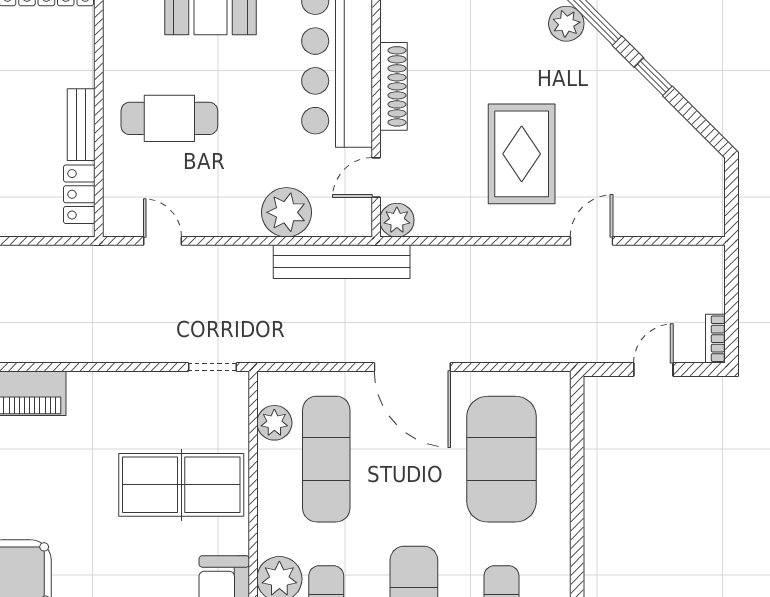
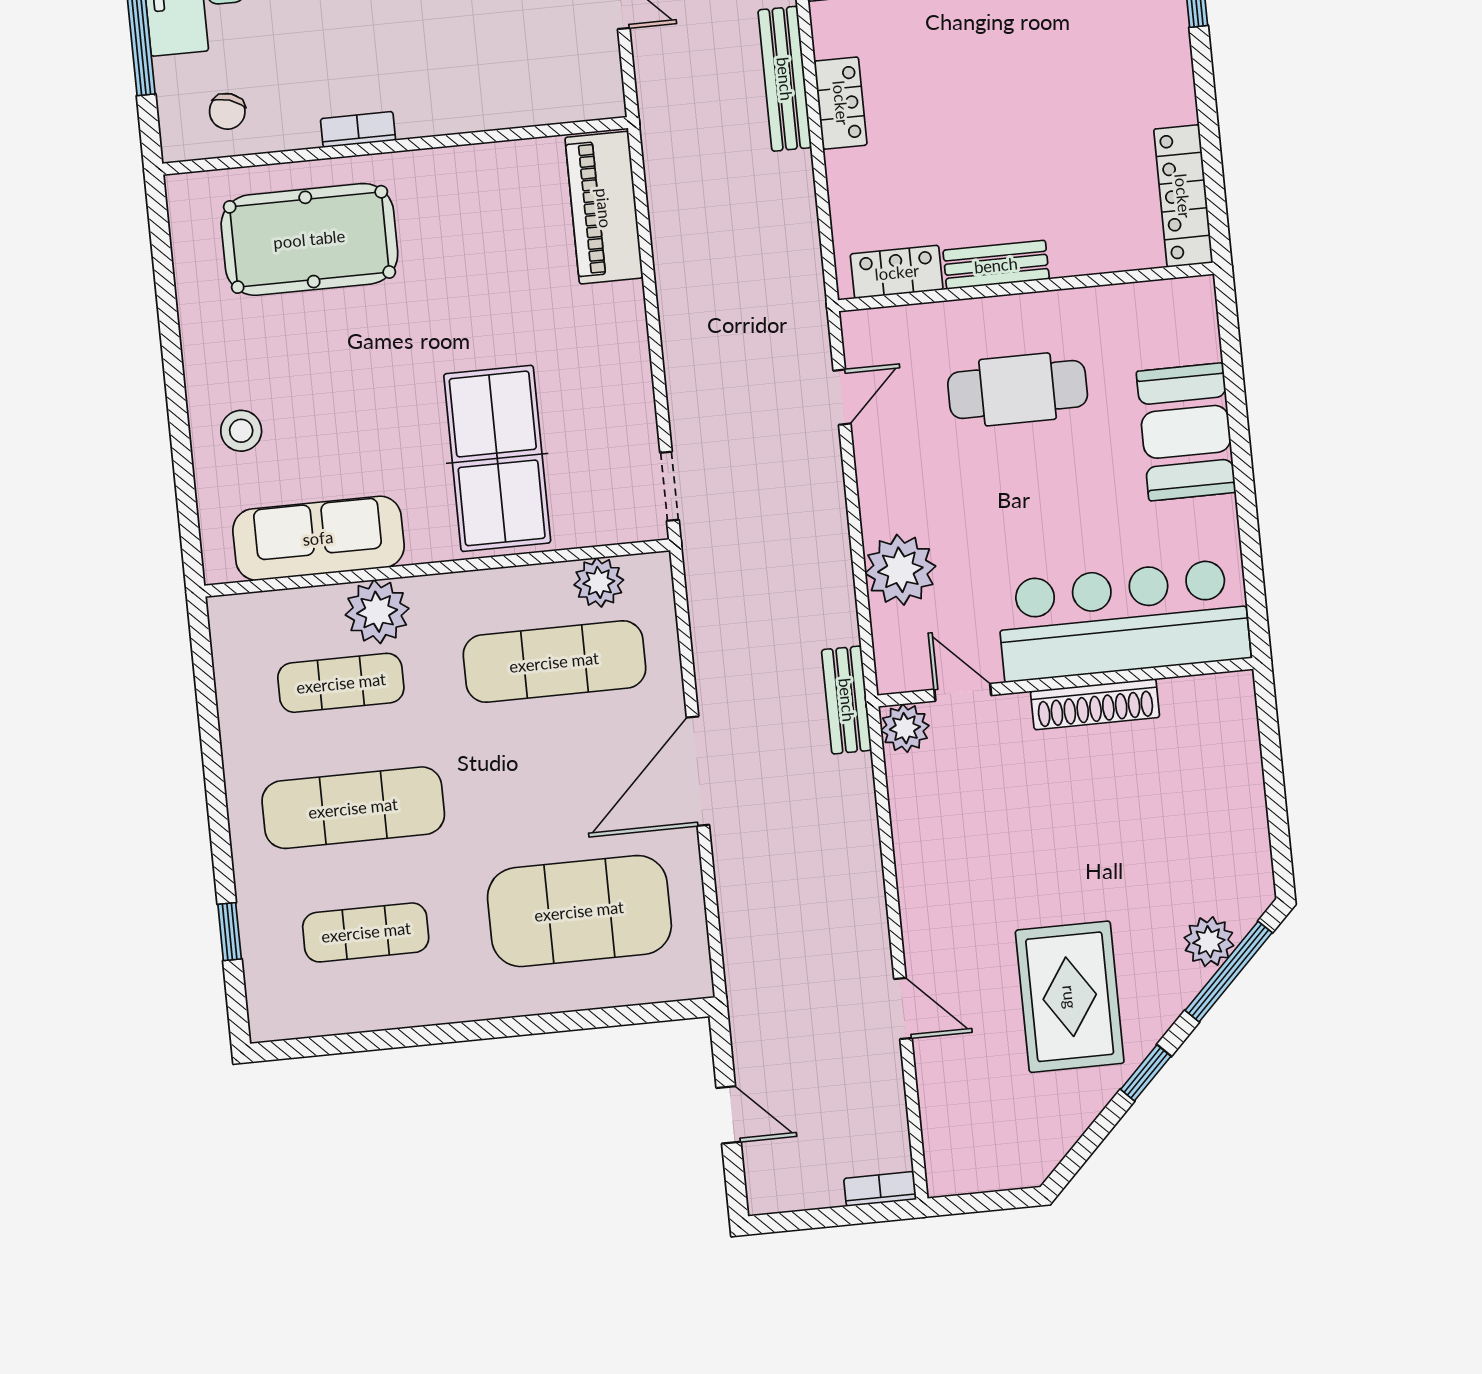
cafe table: (169, 118) -> (1018, 389), turned 90
rug: (522, 154) -> (1070, 997), moved, turned 90
bench: (342, 262) -> (847, 700), width x0.54, depth x0.82
bookcase: (715, 339) -> (880, 1189), moved

